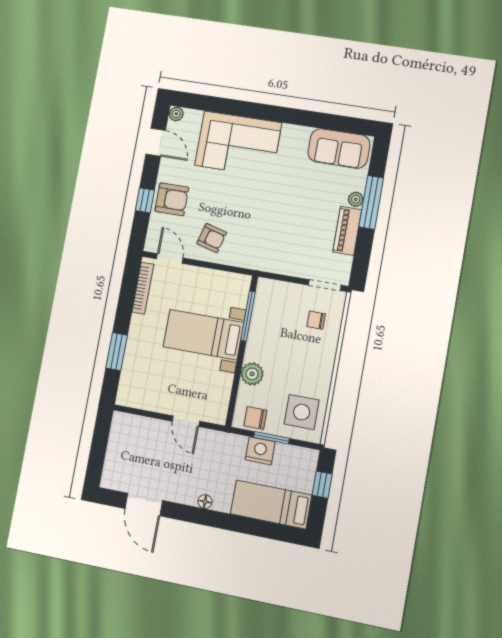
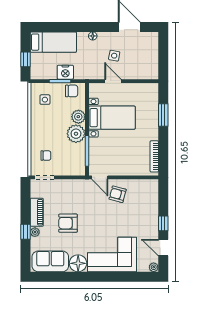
floor lamp: (295, 139) -> (78, 263), added
armchair: (172, 199) -> (68, 223), moved
window: (145, 200) -> (163, 223), moved
window: (371, 202) -> (25, 232), width x0.46
door: (170, 258) -> (100, 177), moved
bed with nightstands: (203, 335) -> (112, 118), moved
plant: (261, 347) -> (76, 134), added
side table: (302, 412) -> (45, 100), width x0.54, depth x0.54
side table: (176, 462) -> (114, 56), added

